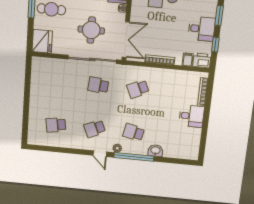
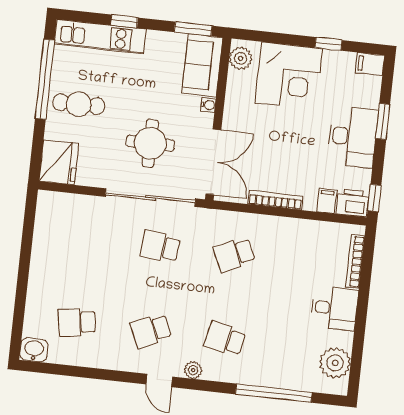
desk: (202, 29) -> (353, 137), width x1.37
window: (215, 45) -> (374, 198), moved
plant: (192, 144) -> (335, 363), added
washbasin: (155, 151) -> (34, 350), moved
window: (134, 157) -> (274, 393), moved

